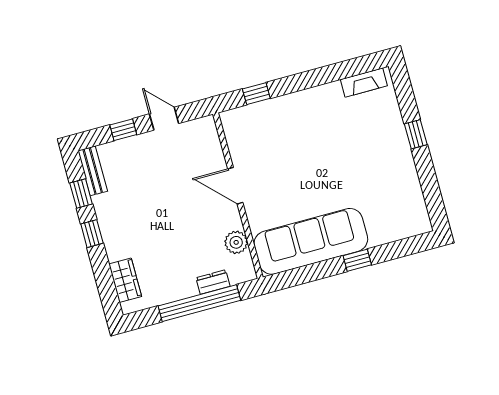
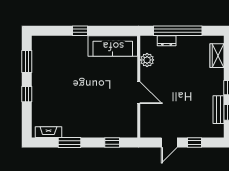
window: (325, 75) -> (70, 143), added
door: (164, 119) -> (169, 143), hinge flipped
bench: (93, 171) -> (219, 110), moved
window: (430, 187) -> (27, 61), added
sofa: (311, 241) -> (113, 46), width x0.74, depth x0.79

